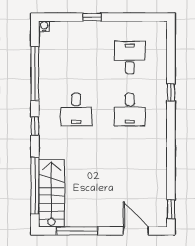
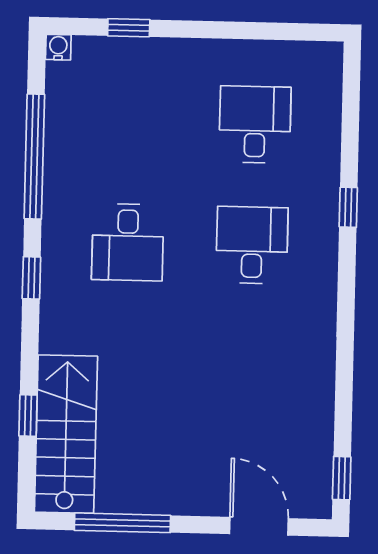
window: (92, 17) -> (129, 28), moved
desk: (130, 110) -> (252, 245), turned 180
window: (35, 186) -> (28, 416), width x0.32

